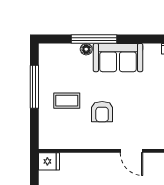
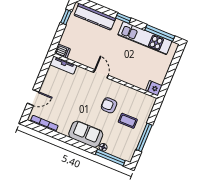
window: (94, 39) -> (110, 157), moved
armchair: (102, 112) -> (109, 105), turned -90

